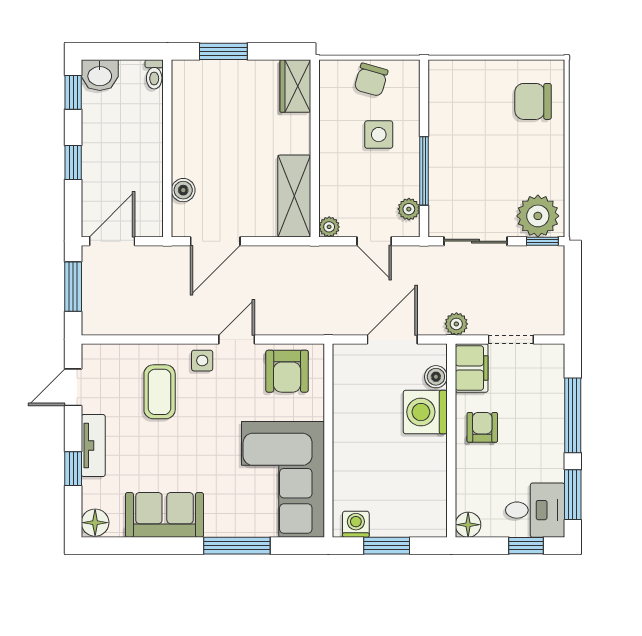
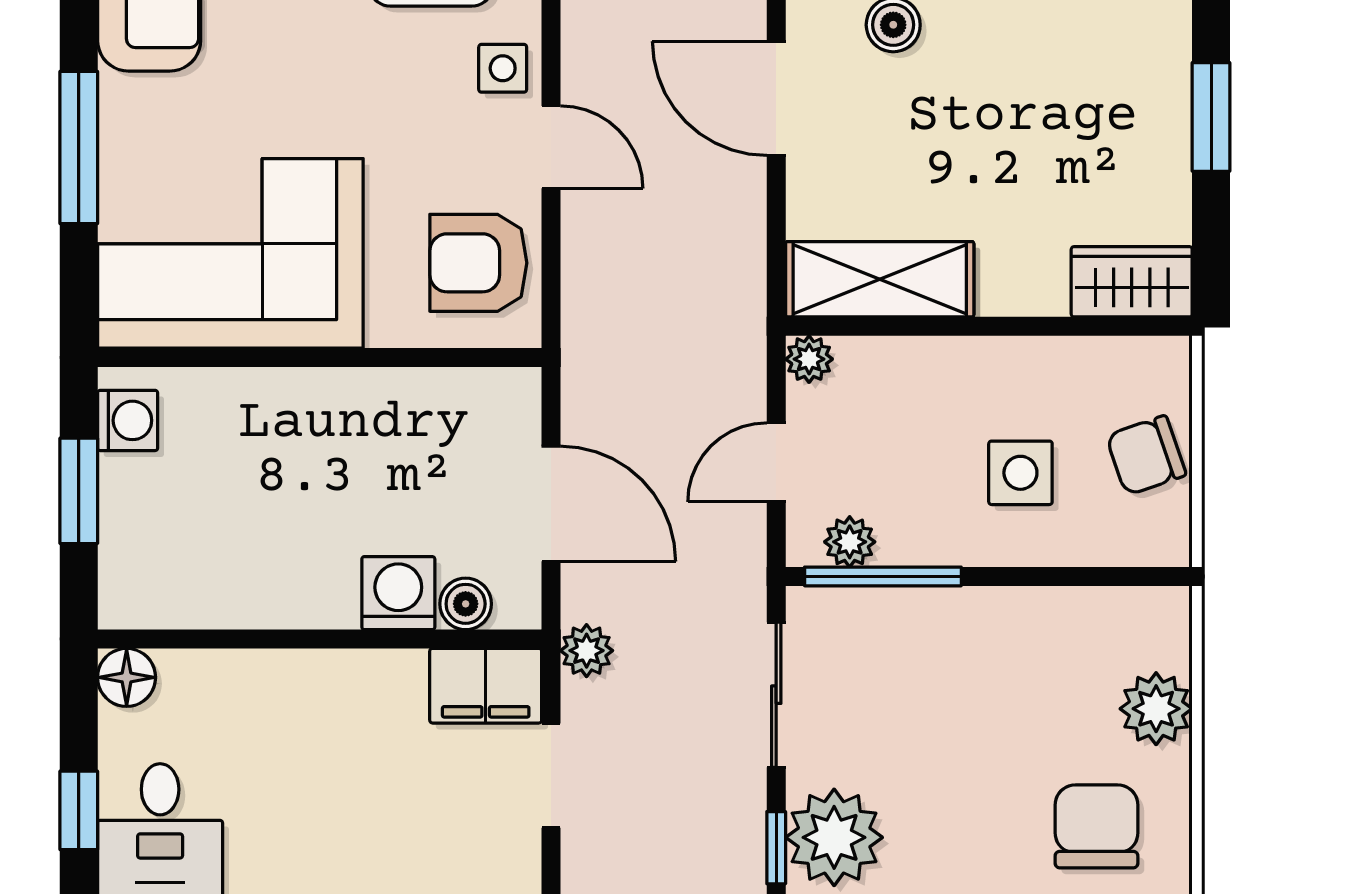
plant: (482, 75) -> (1156, 709), added
chair: (371, 80) -> (1146, 455), turned -35
window: (424, 171) -> (883, 576), moved
washing machine: (425, 412) -> (398, 593), width x0.73, depth x0.73
armchair: (482, 427) -> (350, 710), removed

